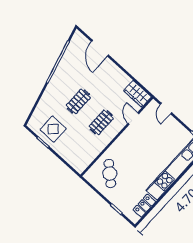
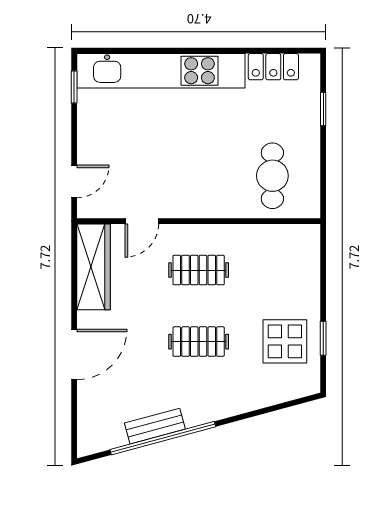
door: (100, 48) -> (74, 354), moved
bench: (64, 63) -> (155, 426), added
wardrobe: (137, 94) -> (93, 267), width x1.50
cafe table: (110, 173) -> (272, 176), turned -42

